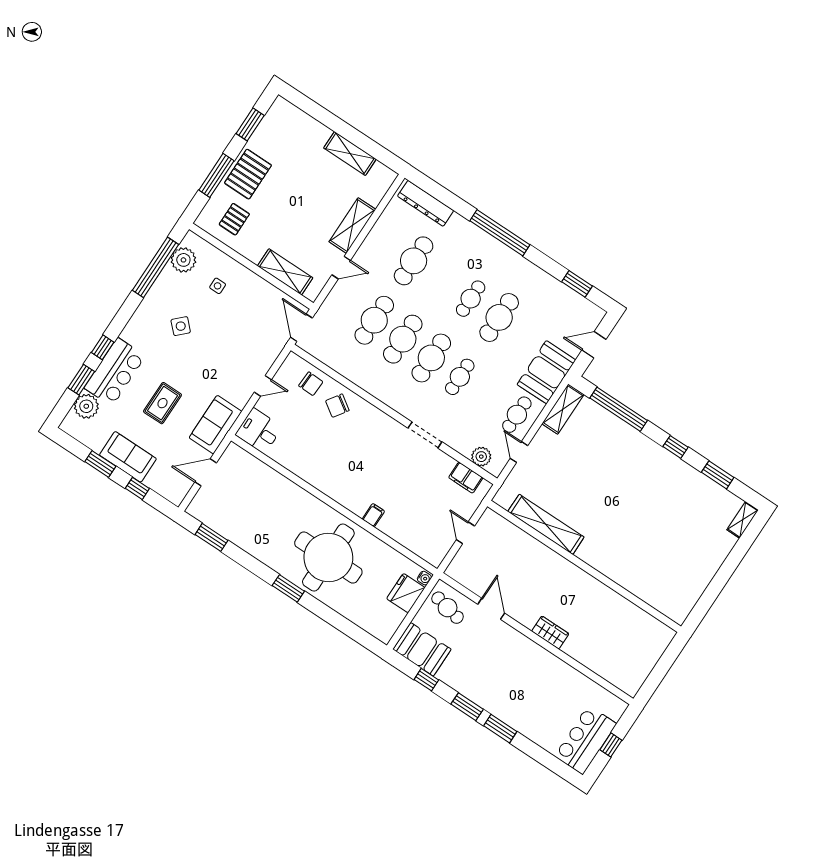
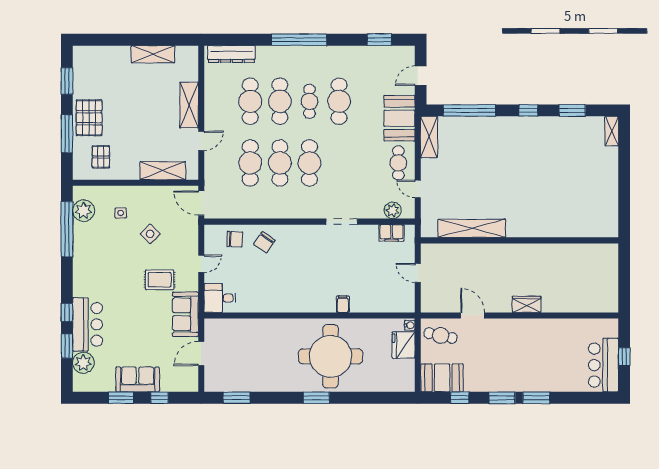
side table: (181, 326) -> (150, 234), moved
cafe table: (460, 377) -> (280, 101), moved, width x1.37, depth x1.35
rug: (162, 403) -> (160, 280), moved, turned 90

